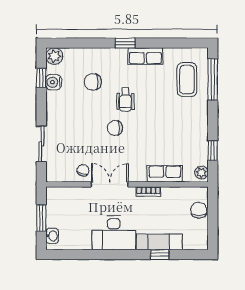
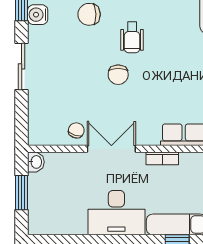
chair: (115, 128) -> (118, 75), turned -90
sliding door: (41, 144) -> (22, 66), moved
washbasin: (52, 236) -> (36, 162), moved

